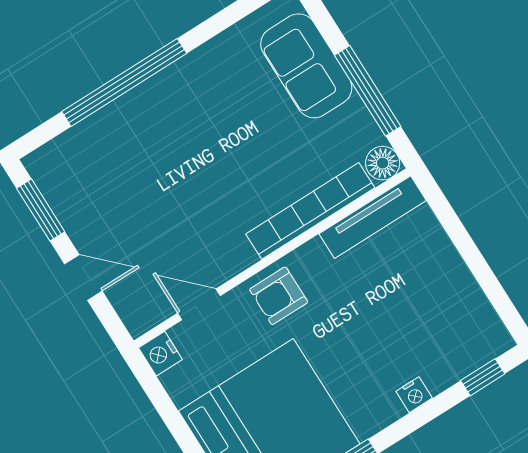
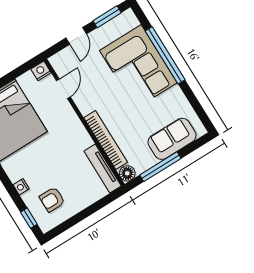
corner sofa: (149, 141) -> (138, 67), added
armchair: (279, 296) -> (52, 199), moved, turned -90

